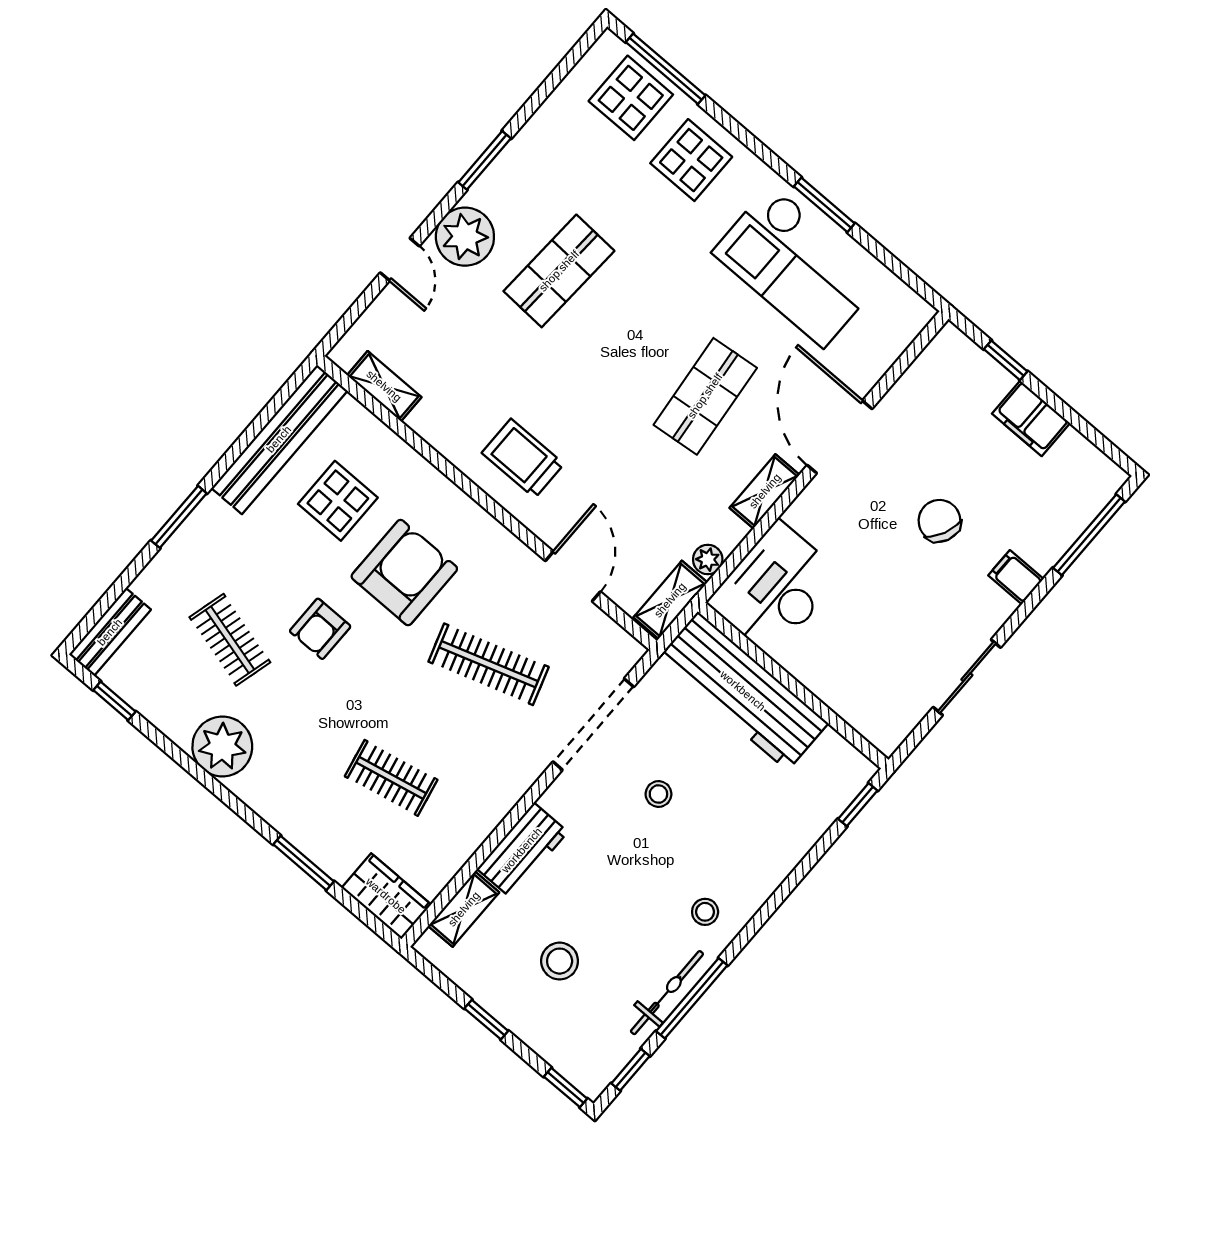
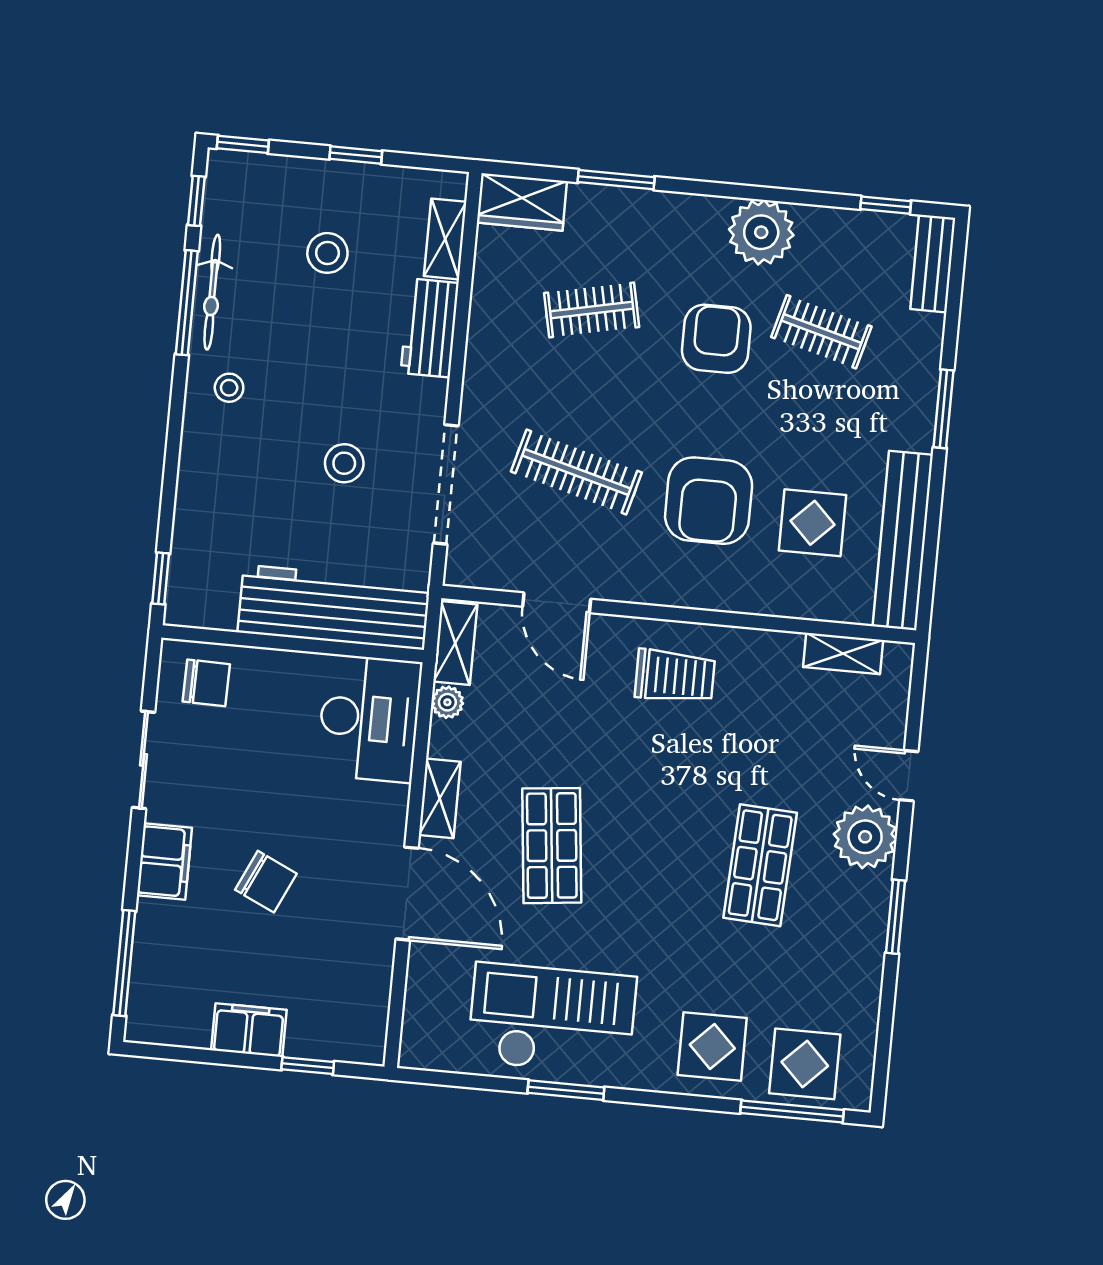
filing cabinet: (1016, 577) -> (164, 861), width x2.00
armchair: (320, 629) -> (716, 339), moved, width x1.38, depth x1.38
clothes rail: (489, 664) -> (576, 472), turned 33
chair: (879, 702) -> (206, 683), added
stool: (658, 794) -> (344, 463), width x1.37, depth x1.37

